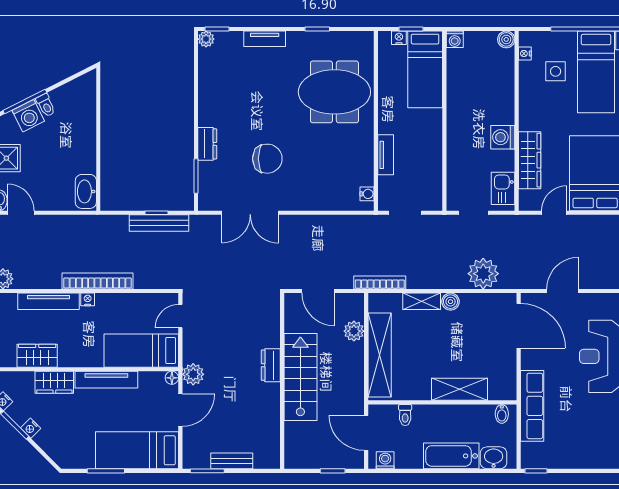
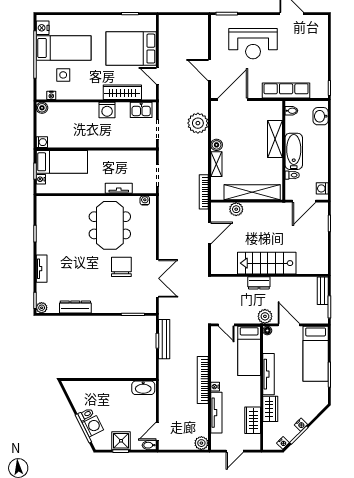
meeting table: (334, 92) -> (110, 225), moved
dresser: (207, 144) -> (75, 307), moved, width x1.44
dresser: (271, 365) -> (259, 283), moved
stairs: (300, 377) -> (267, 263), moved
wall: (282, 381) -> (269, 275), moved
bathtub: (451, 456) -> (294, 151), moved, turned 180

